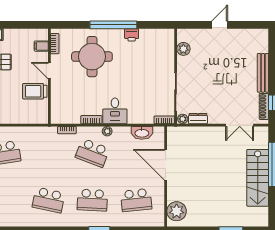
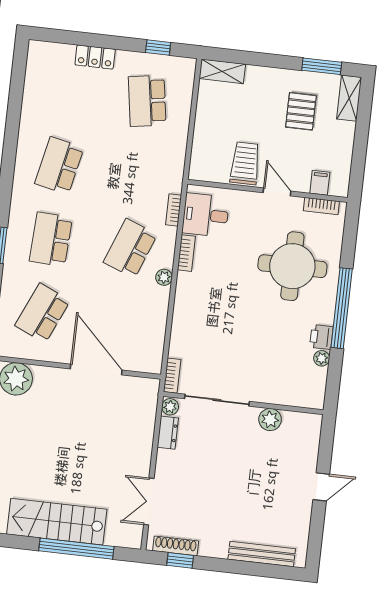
door: (220, 25) -> (321, 487), hinge flipped
plant: (144, 33) -> (322, 358), added
plant: (183, 49) -> (270, 420), moved
door: (49, 71) -> (277, 192), hinge flipped
bench: (263, 73) -> (262, 554), moved
desk: (115, 111) -> (206, 215), moved
washbasin: (142, 133) -> (155, 336), removed
door: (166, 165) -> (96, 369), hinge flipped
school desk: (136, 200) -> (43, 313), turned 30

